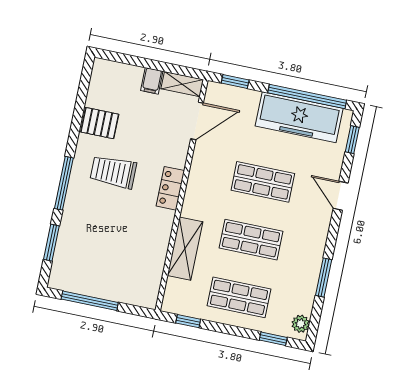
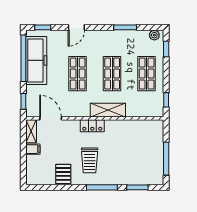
shelving: (185, 249) -> (108, 110), moved

